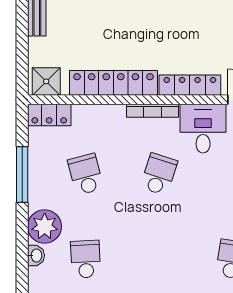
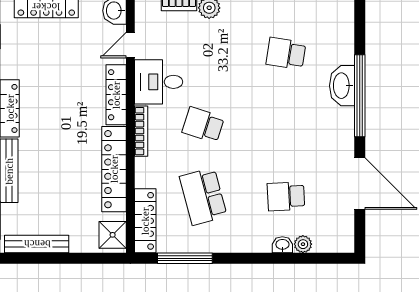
locker: (49, 115) -> (145, 221), width x1.53
school desk: (86, 174) -> (203, 196), width x1.85
window: (22, 175) -> (185, 258), moved
plant: (45, 226) -> (303, 244), moved, width x0.53, depth x0.53

